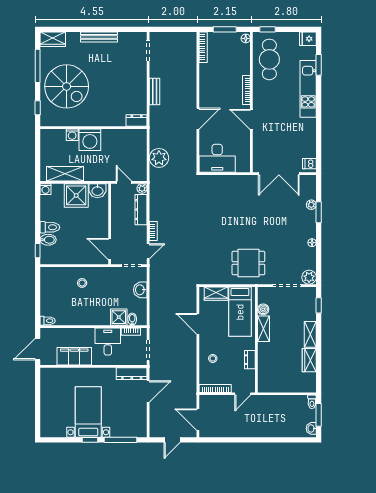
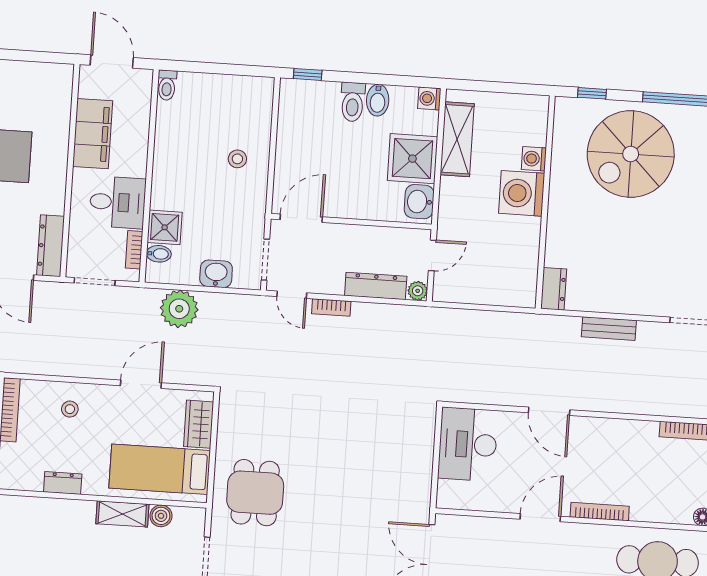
plant: (159, 158) -> (179, 309), moved
bidet: (48, 240) -> (378, 100), moved

